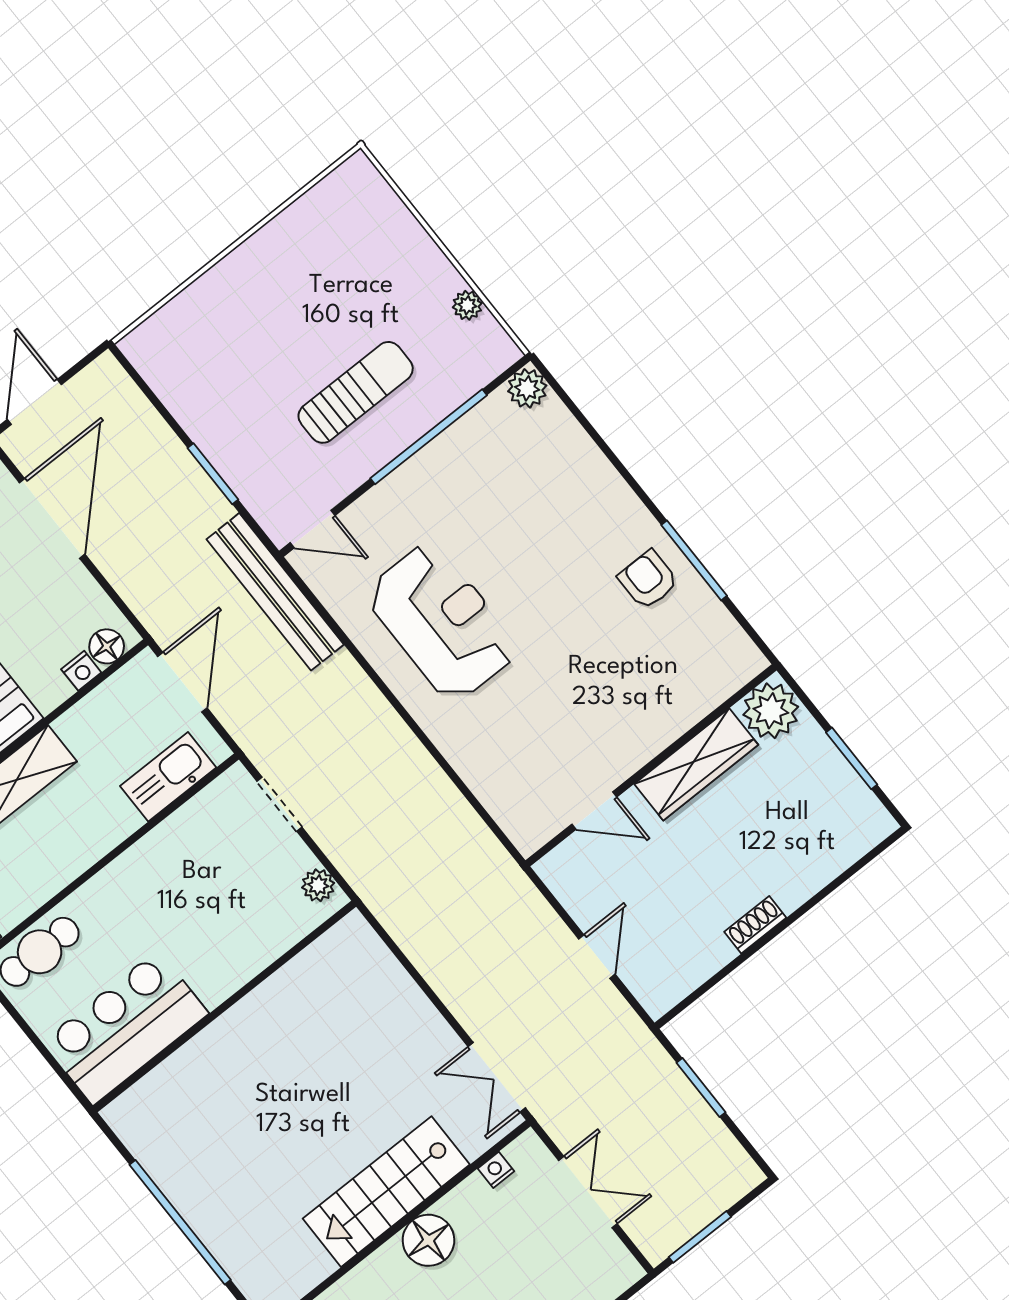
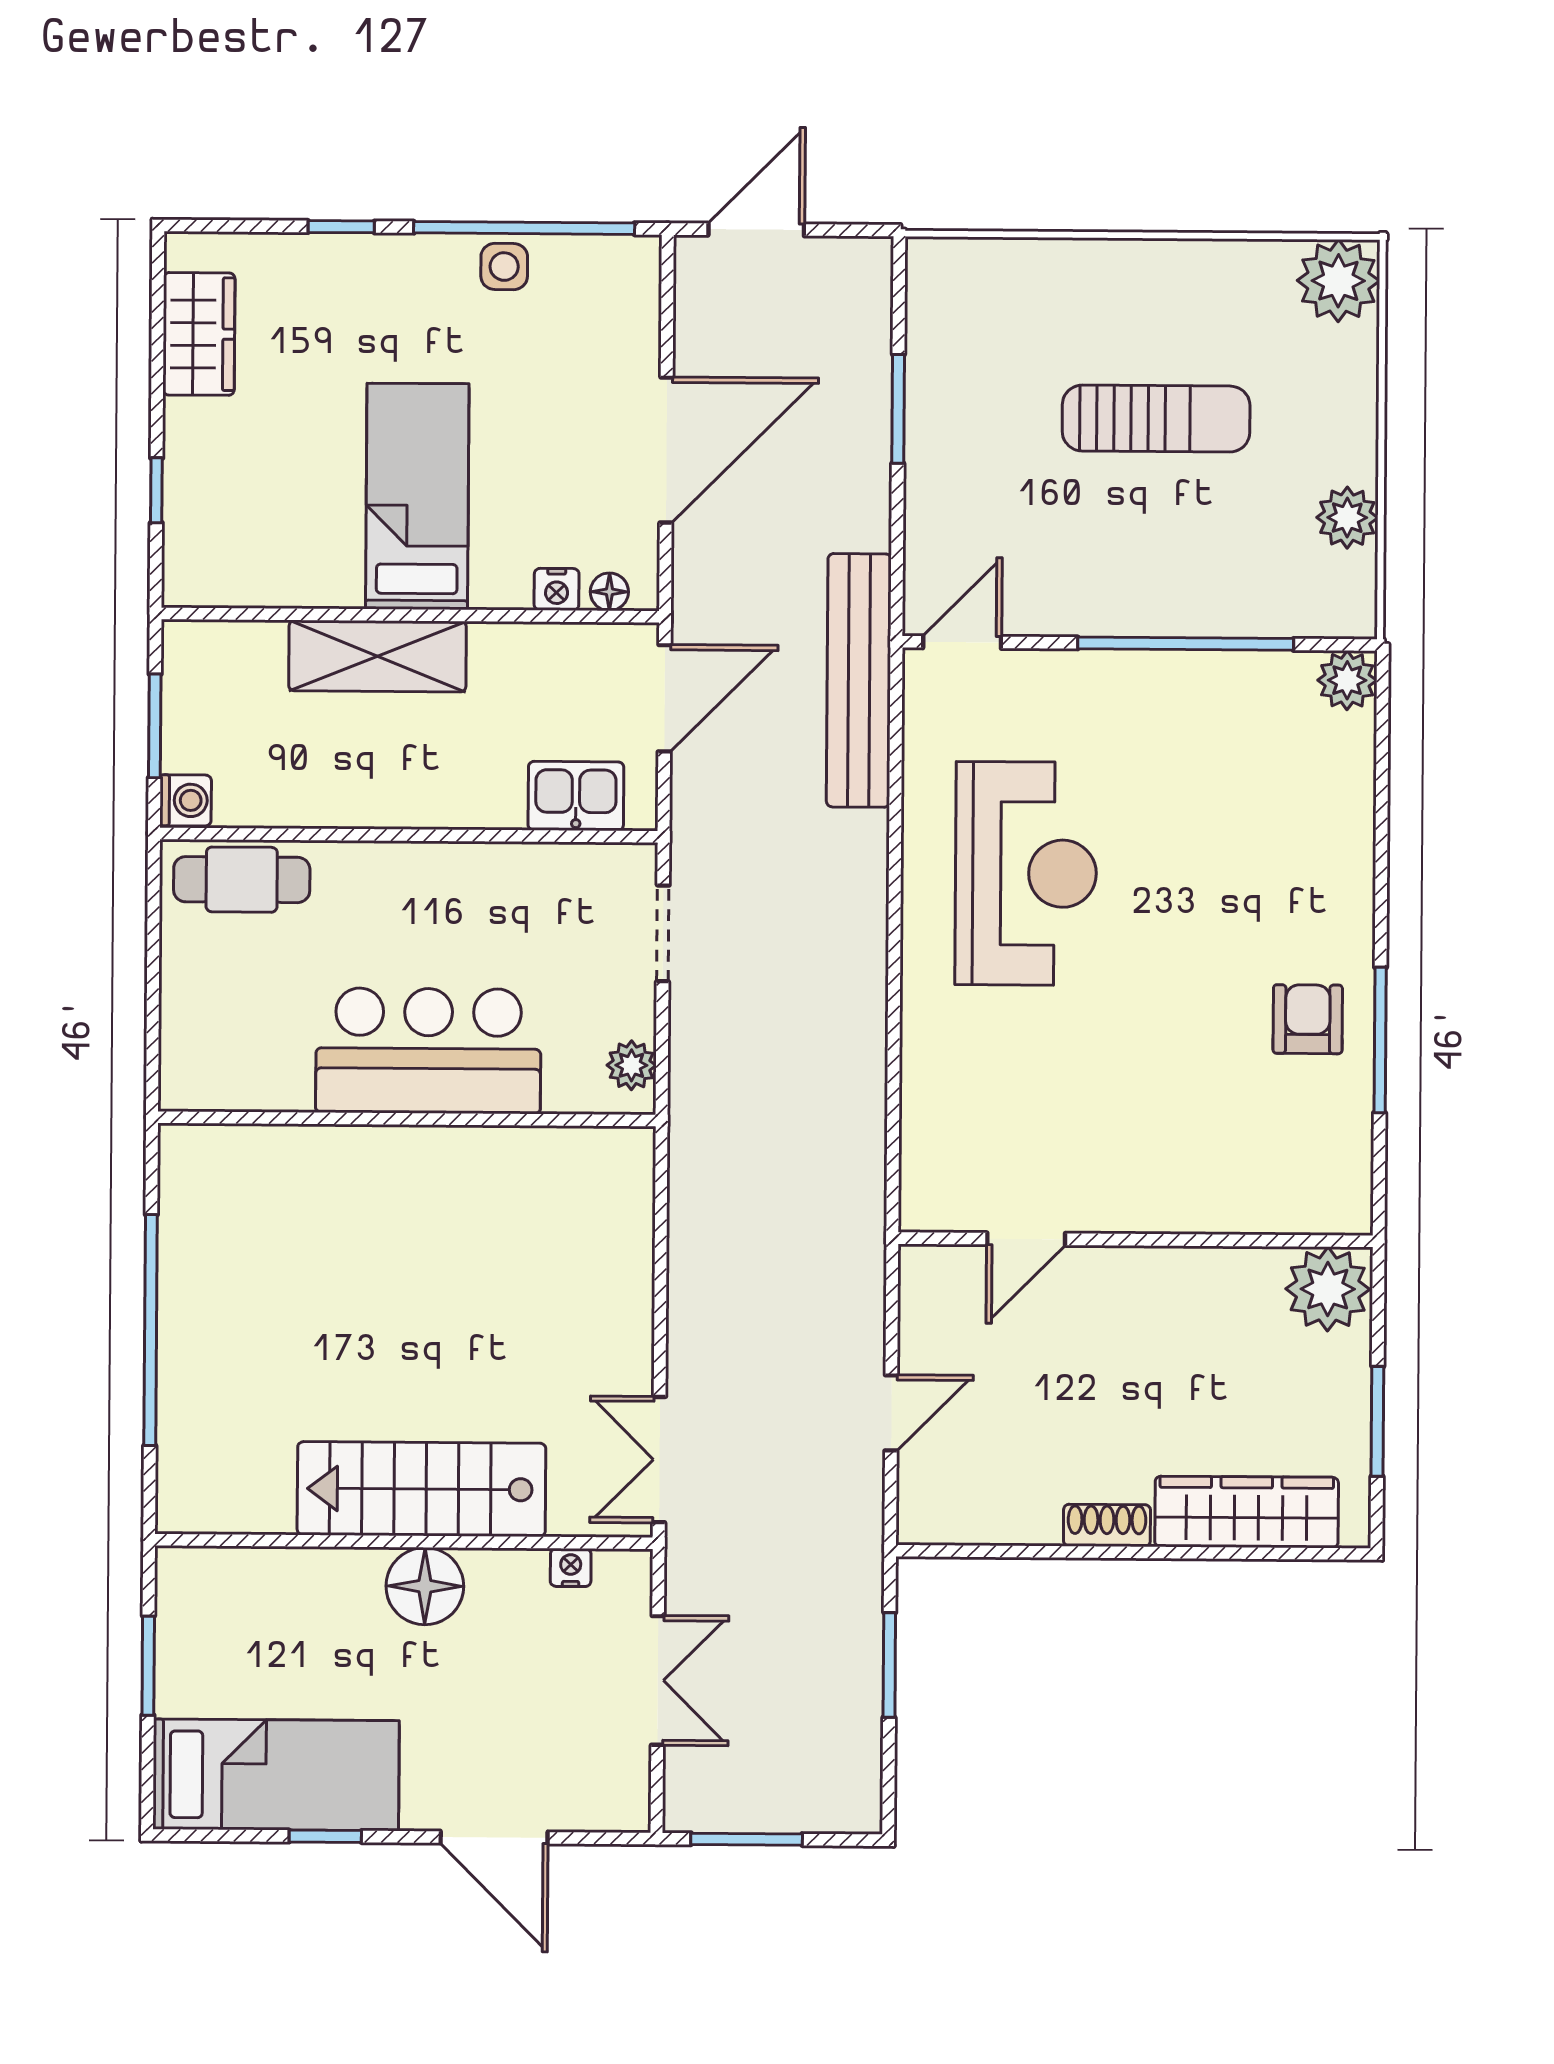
plant: (356, 186) -> (1338, 281), added
plant: (467, 305) -> (1347, 518), width x1.38, depth x1.38
sun lounger: (356, 392) -> (1156, 419), moved
window: (213, 474) -> (898, 409), moved
door: (52, 518) -> (666, 450), moved
door: (313, 529) -> (962, 642), swing flipped
floor lamp: (107, 646) -> (609, 592), width x0.73, depth x0.73
wardrobe: (696, 764) -> (1247, 1512), moved, turned 180
kitchen sink: (168, 777) -> (576, 796), width x0.73
door: (594, 811) -> (1026, 1239), hinge flipped
bar counter: (125, 1028) -> (428, 1051), moved

